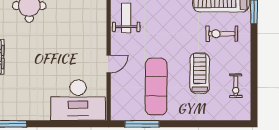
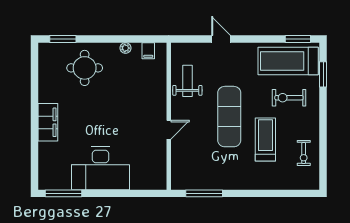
exercise mat: (156, 86) -> (229, 117), moved
desk: (78, 100) -> (101, 168), moved

